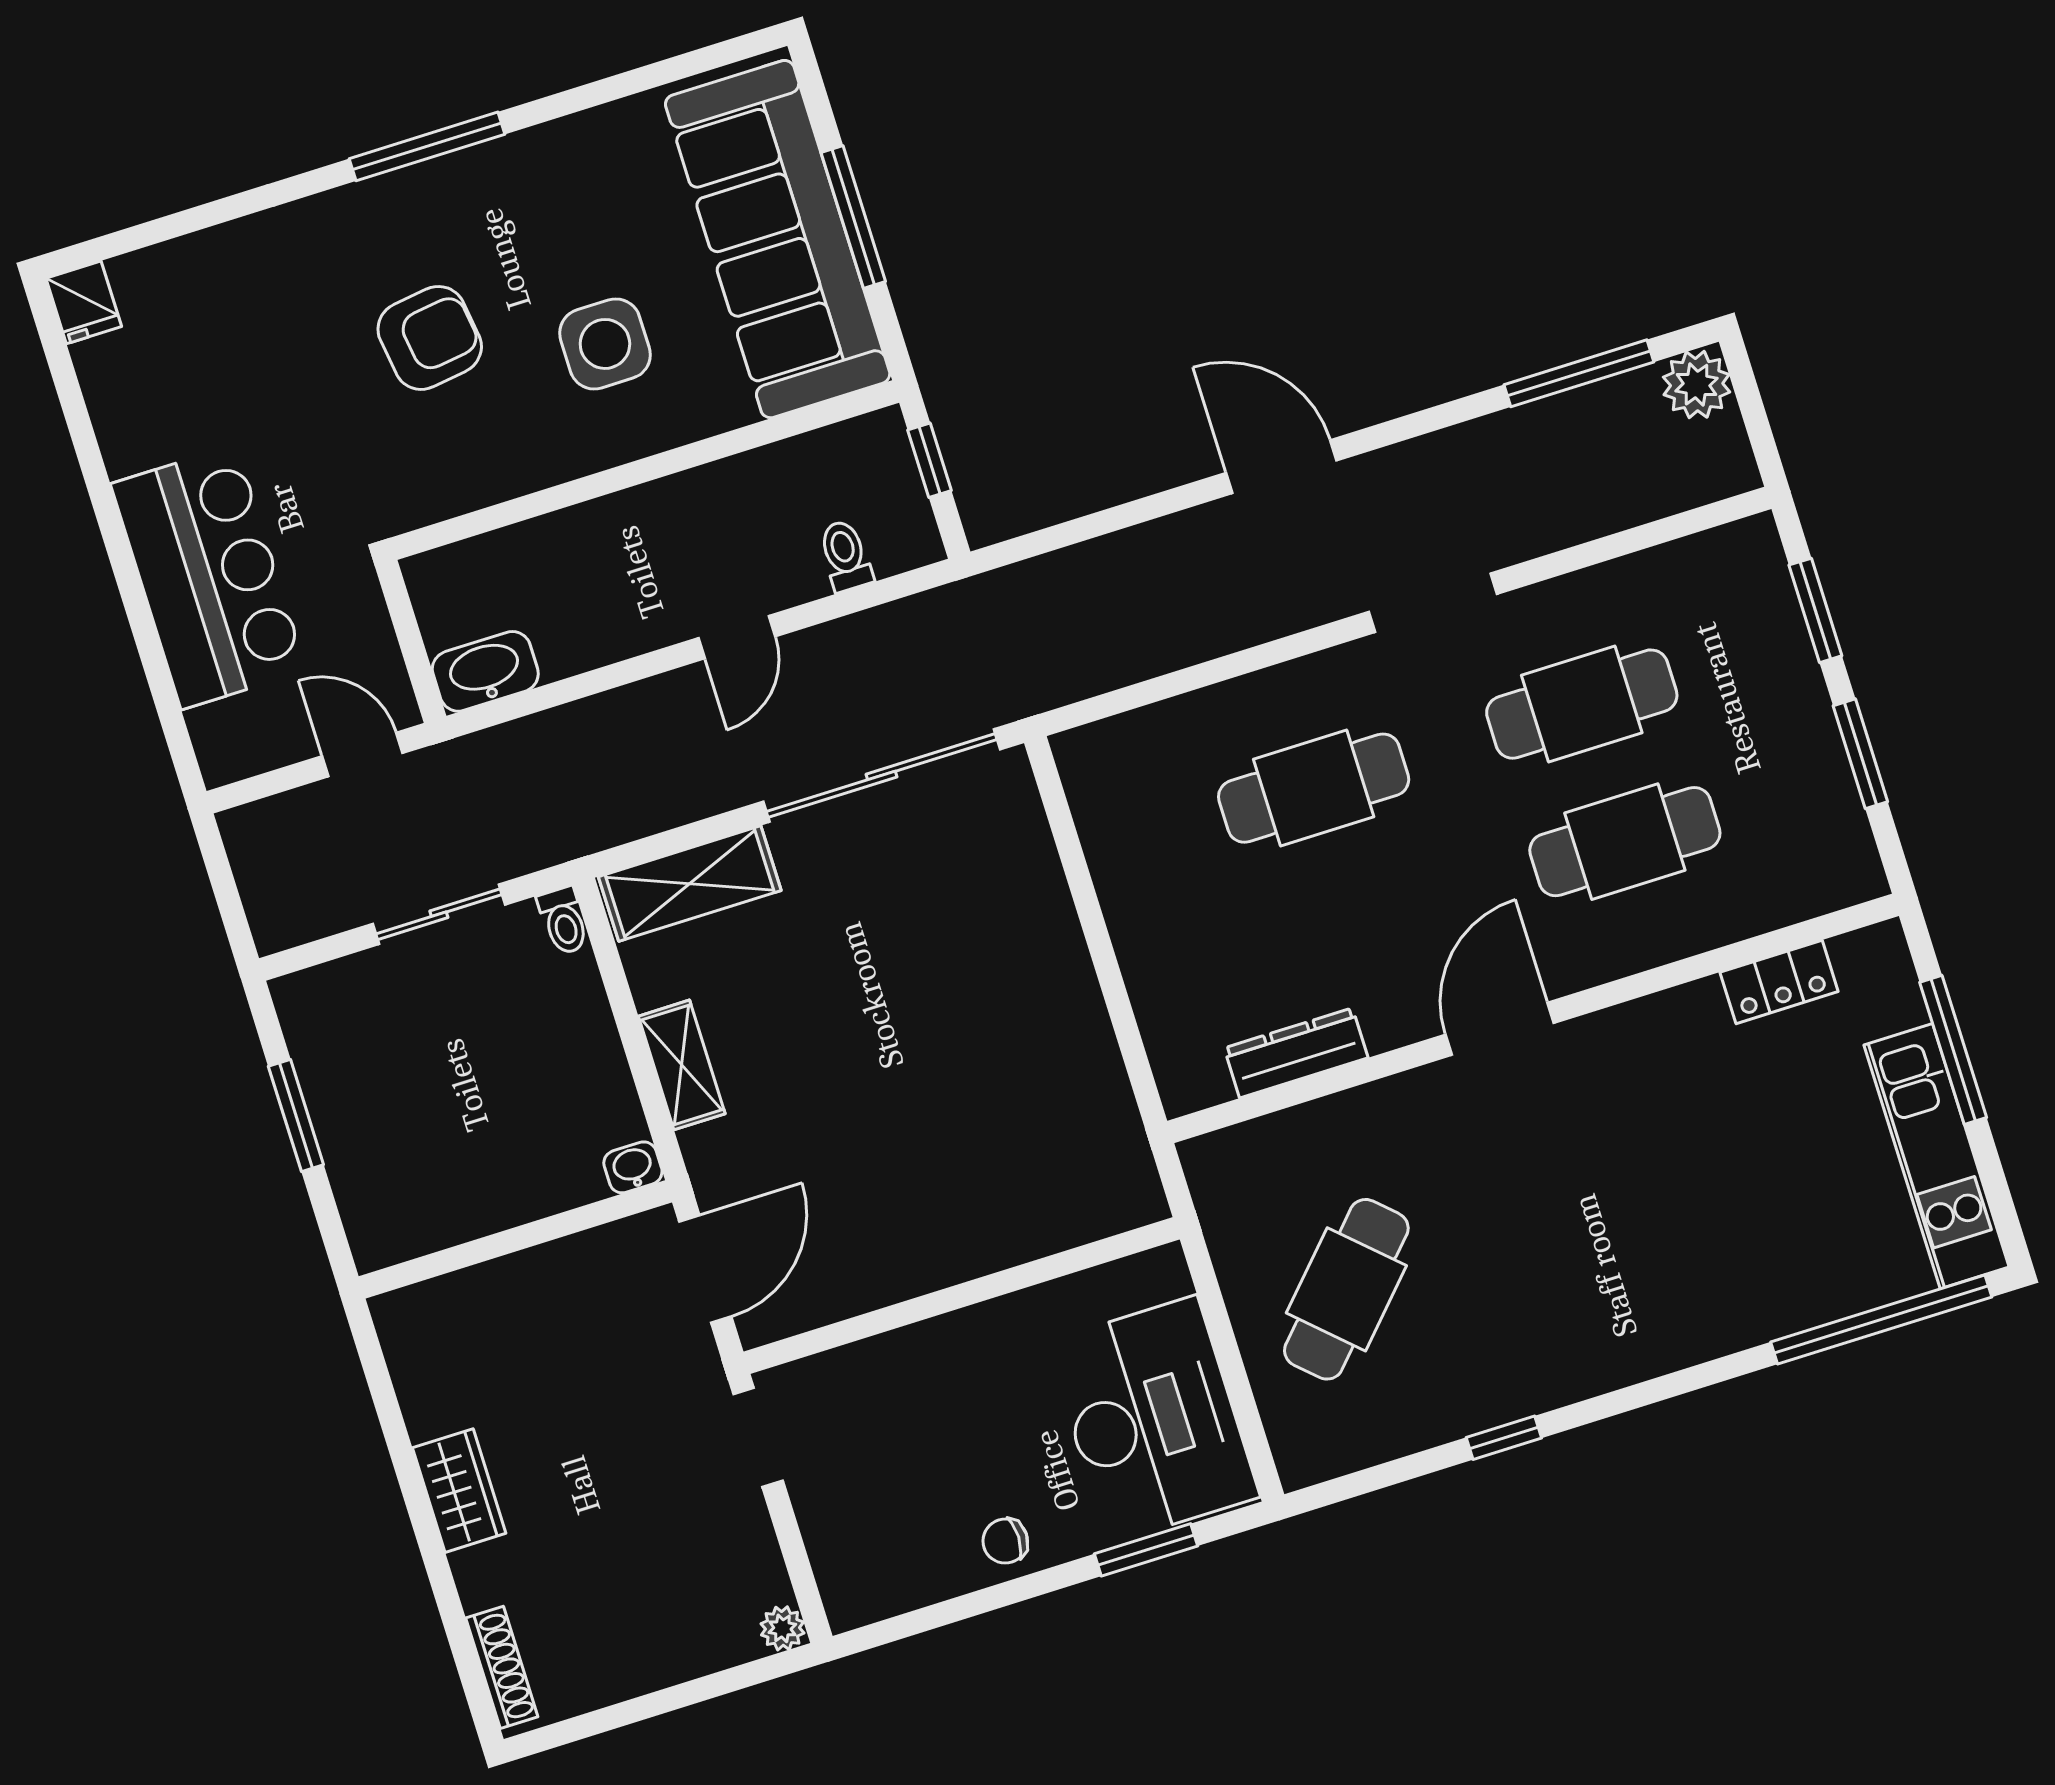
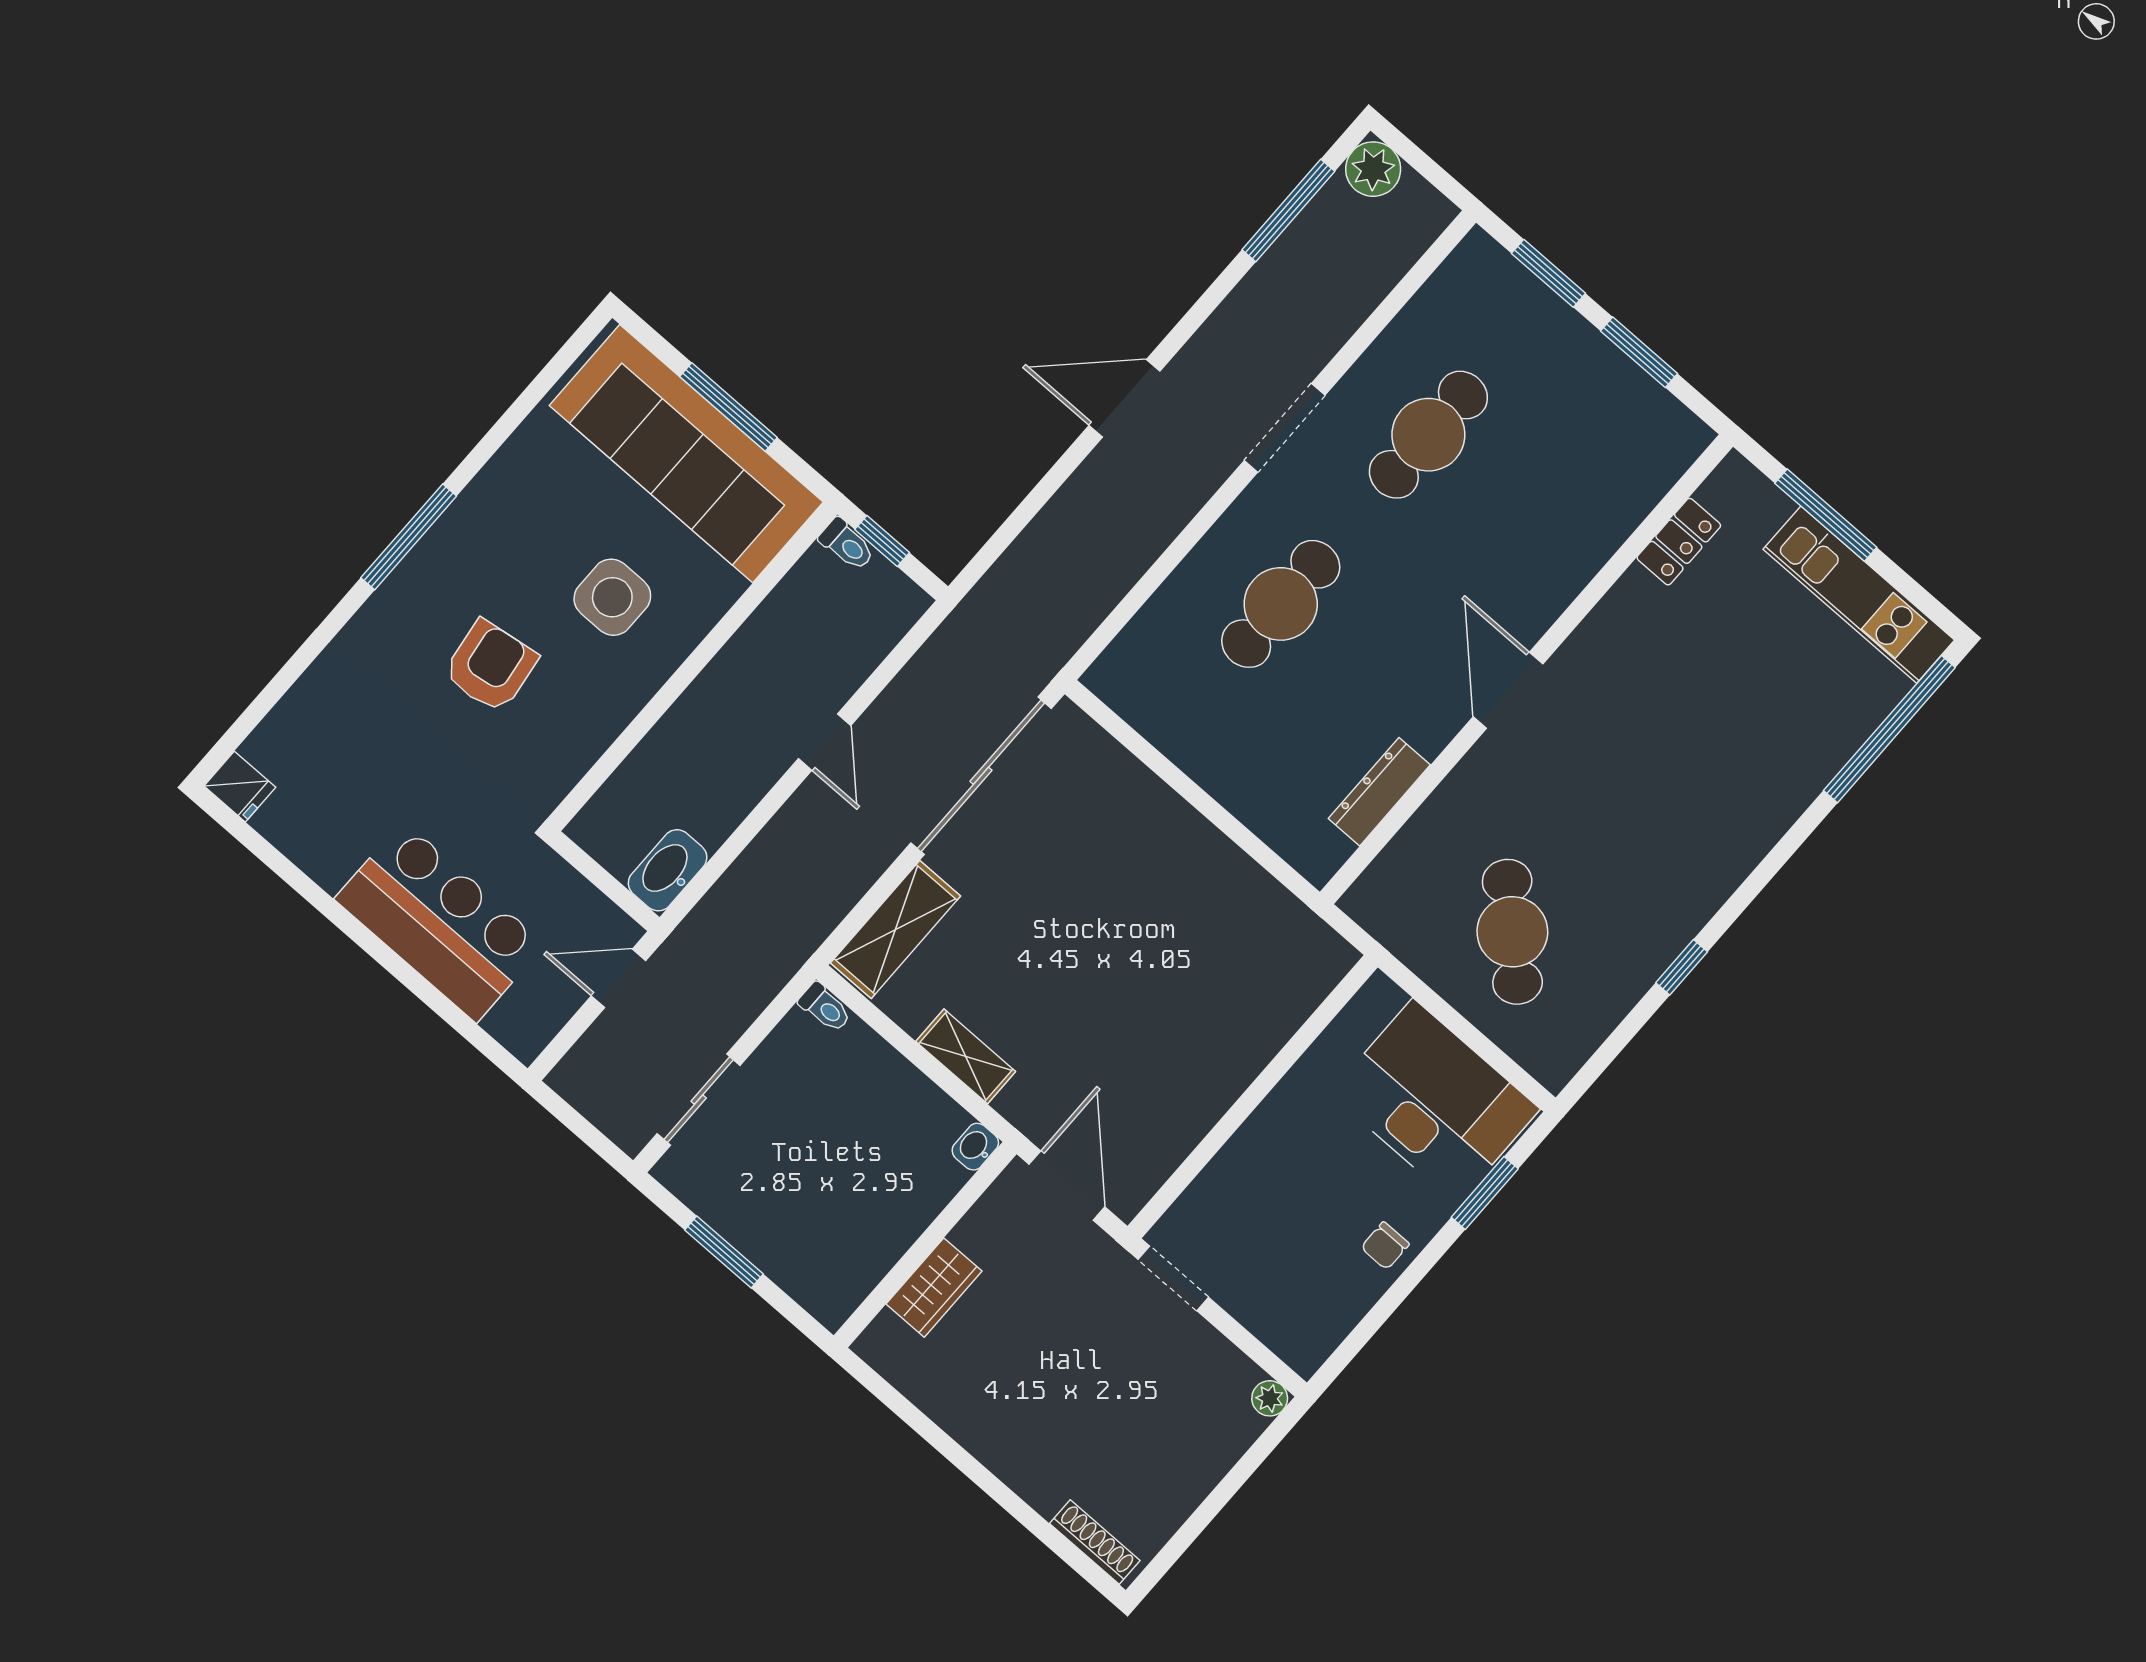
toilet: (845, 556) -> (847, 544), moved, turned 180
cafe table: (1625, 842) -> (1515, 510), removed
sliding door: (439, 914) -> (699, 1100), moved
wardrobe: (459, 1491) -> (934, 1288), moved, turned 90

